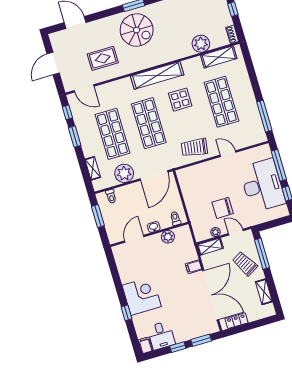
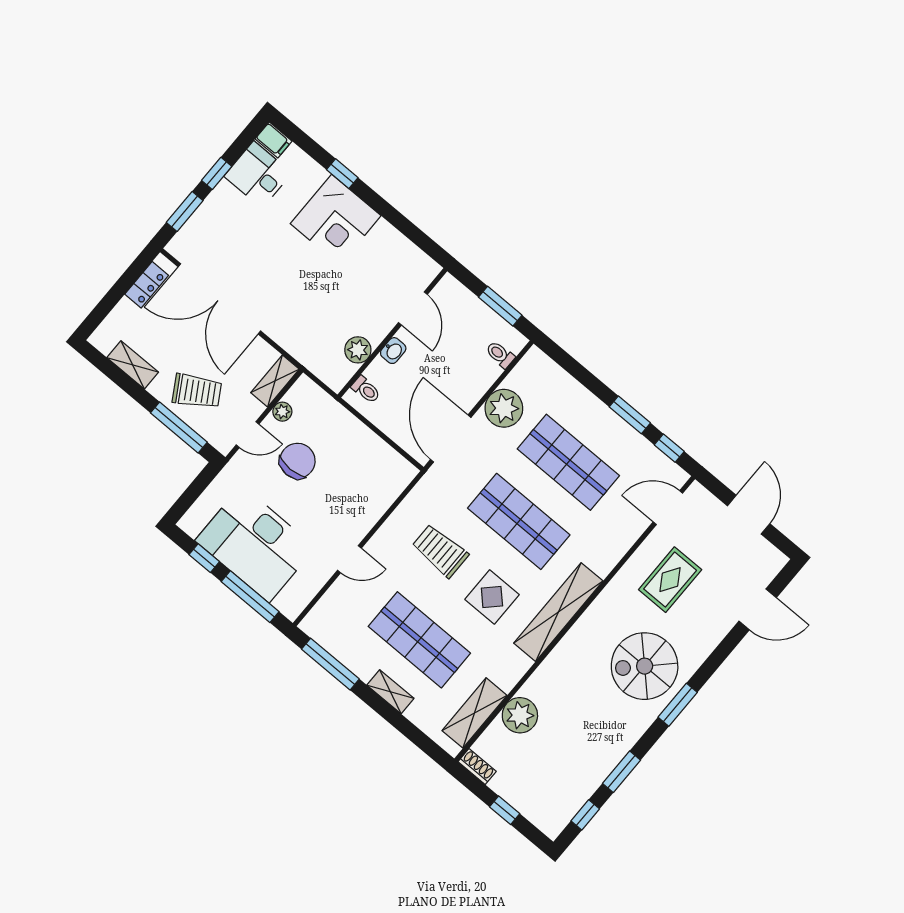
trolley: (194, 148) -> (440, 551), moved, turned -98
shelving: (93, 168) -> (390, 692), moved
filing cabinet: (194, 267) -> (280, 328), removed

